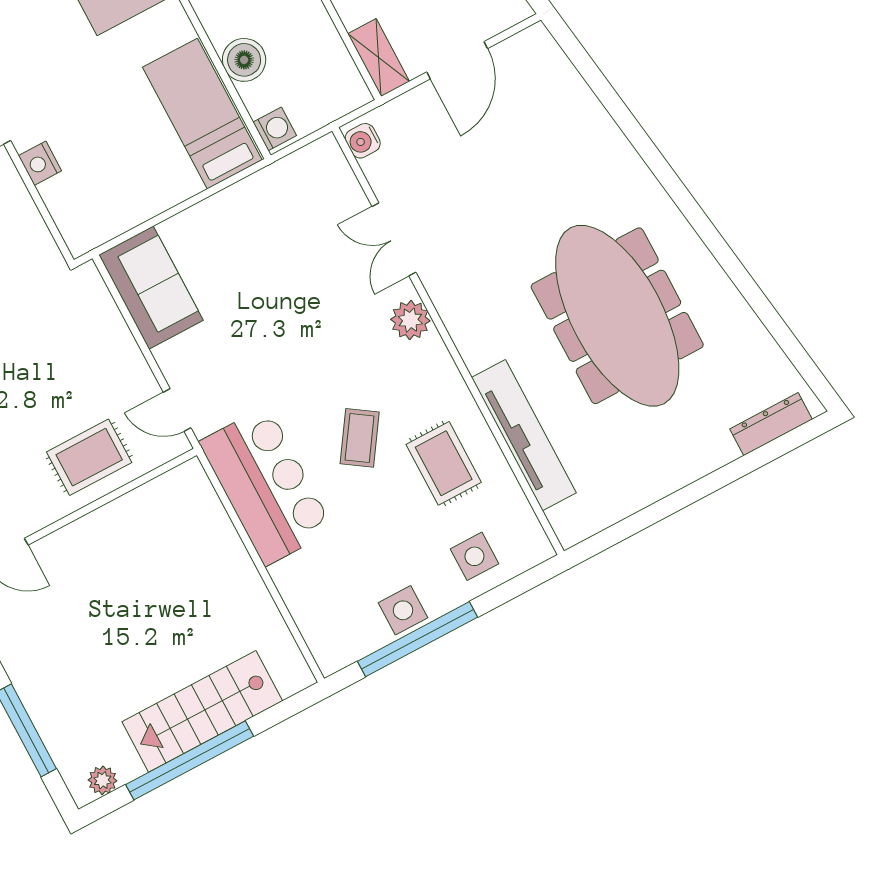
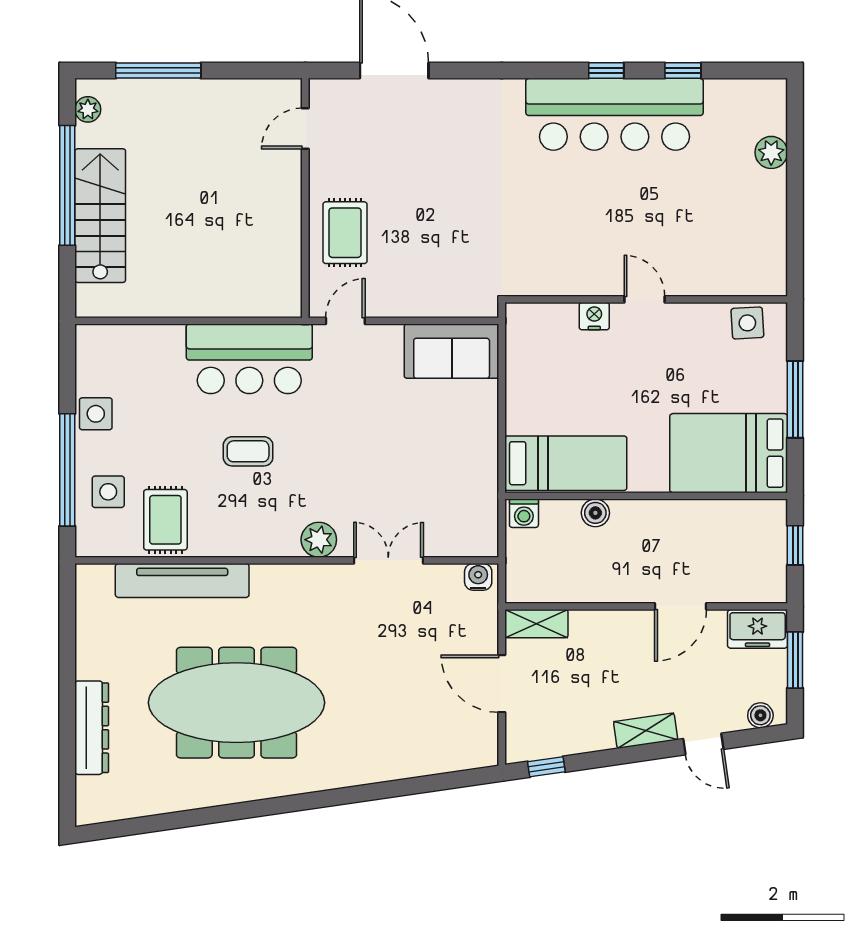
boiler: (244, 60) -> (595, 513), width x0.73, depth x0.73
dresser: (771, 424) -> (92, 728), moved, width x1.37, depth x1.24
coffee table: (360, 438) -> (248, 451), turned -34
rug: (444, 463) -> (165, 520), moved, turned 90
window: (418, 639) -> (67, 470), moved

